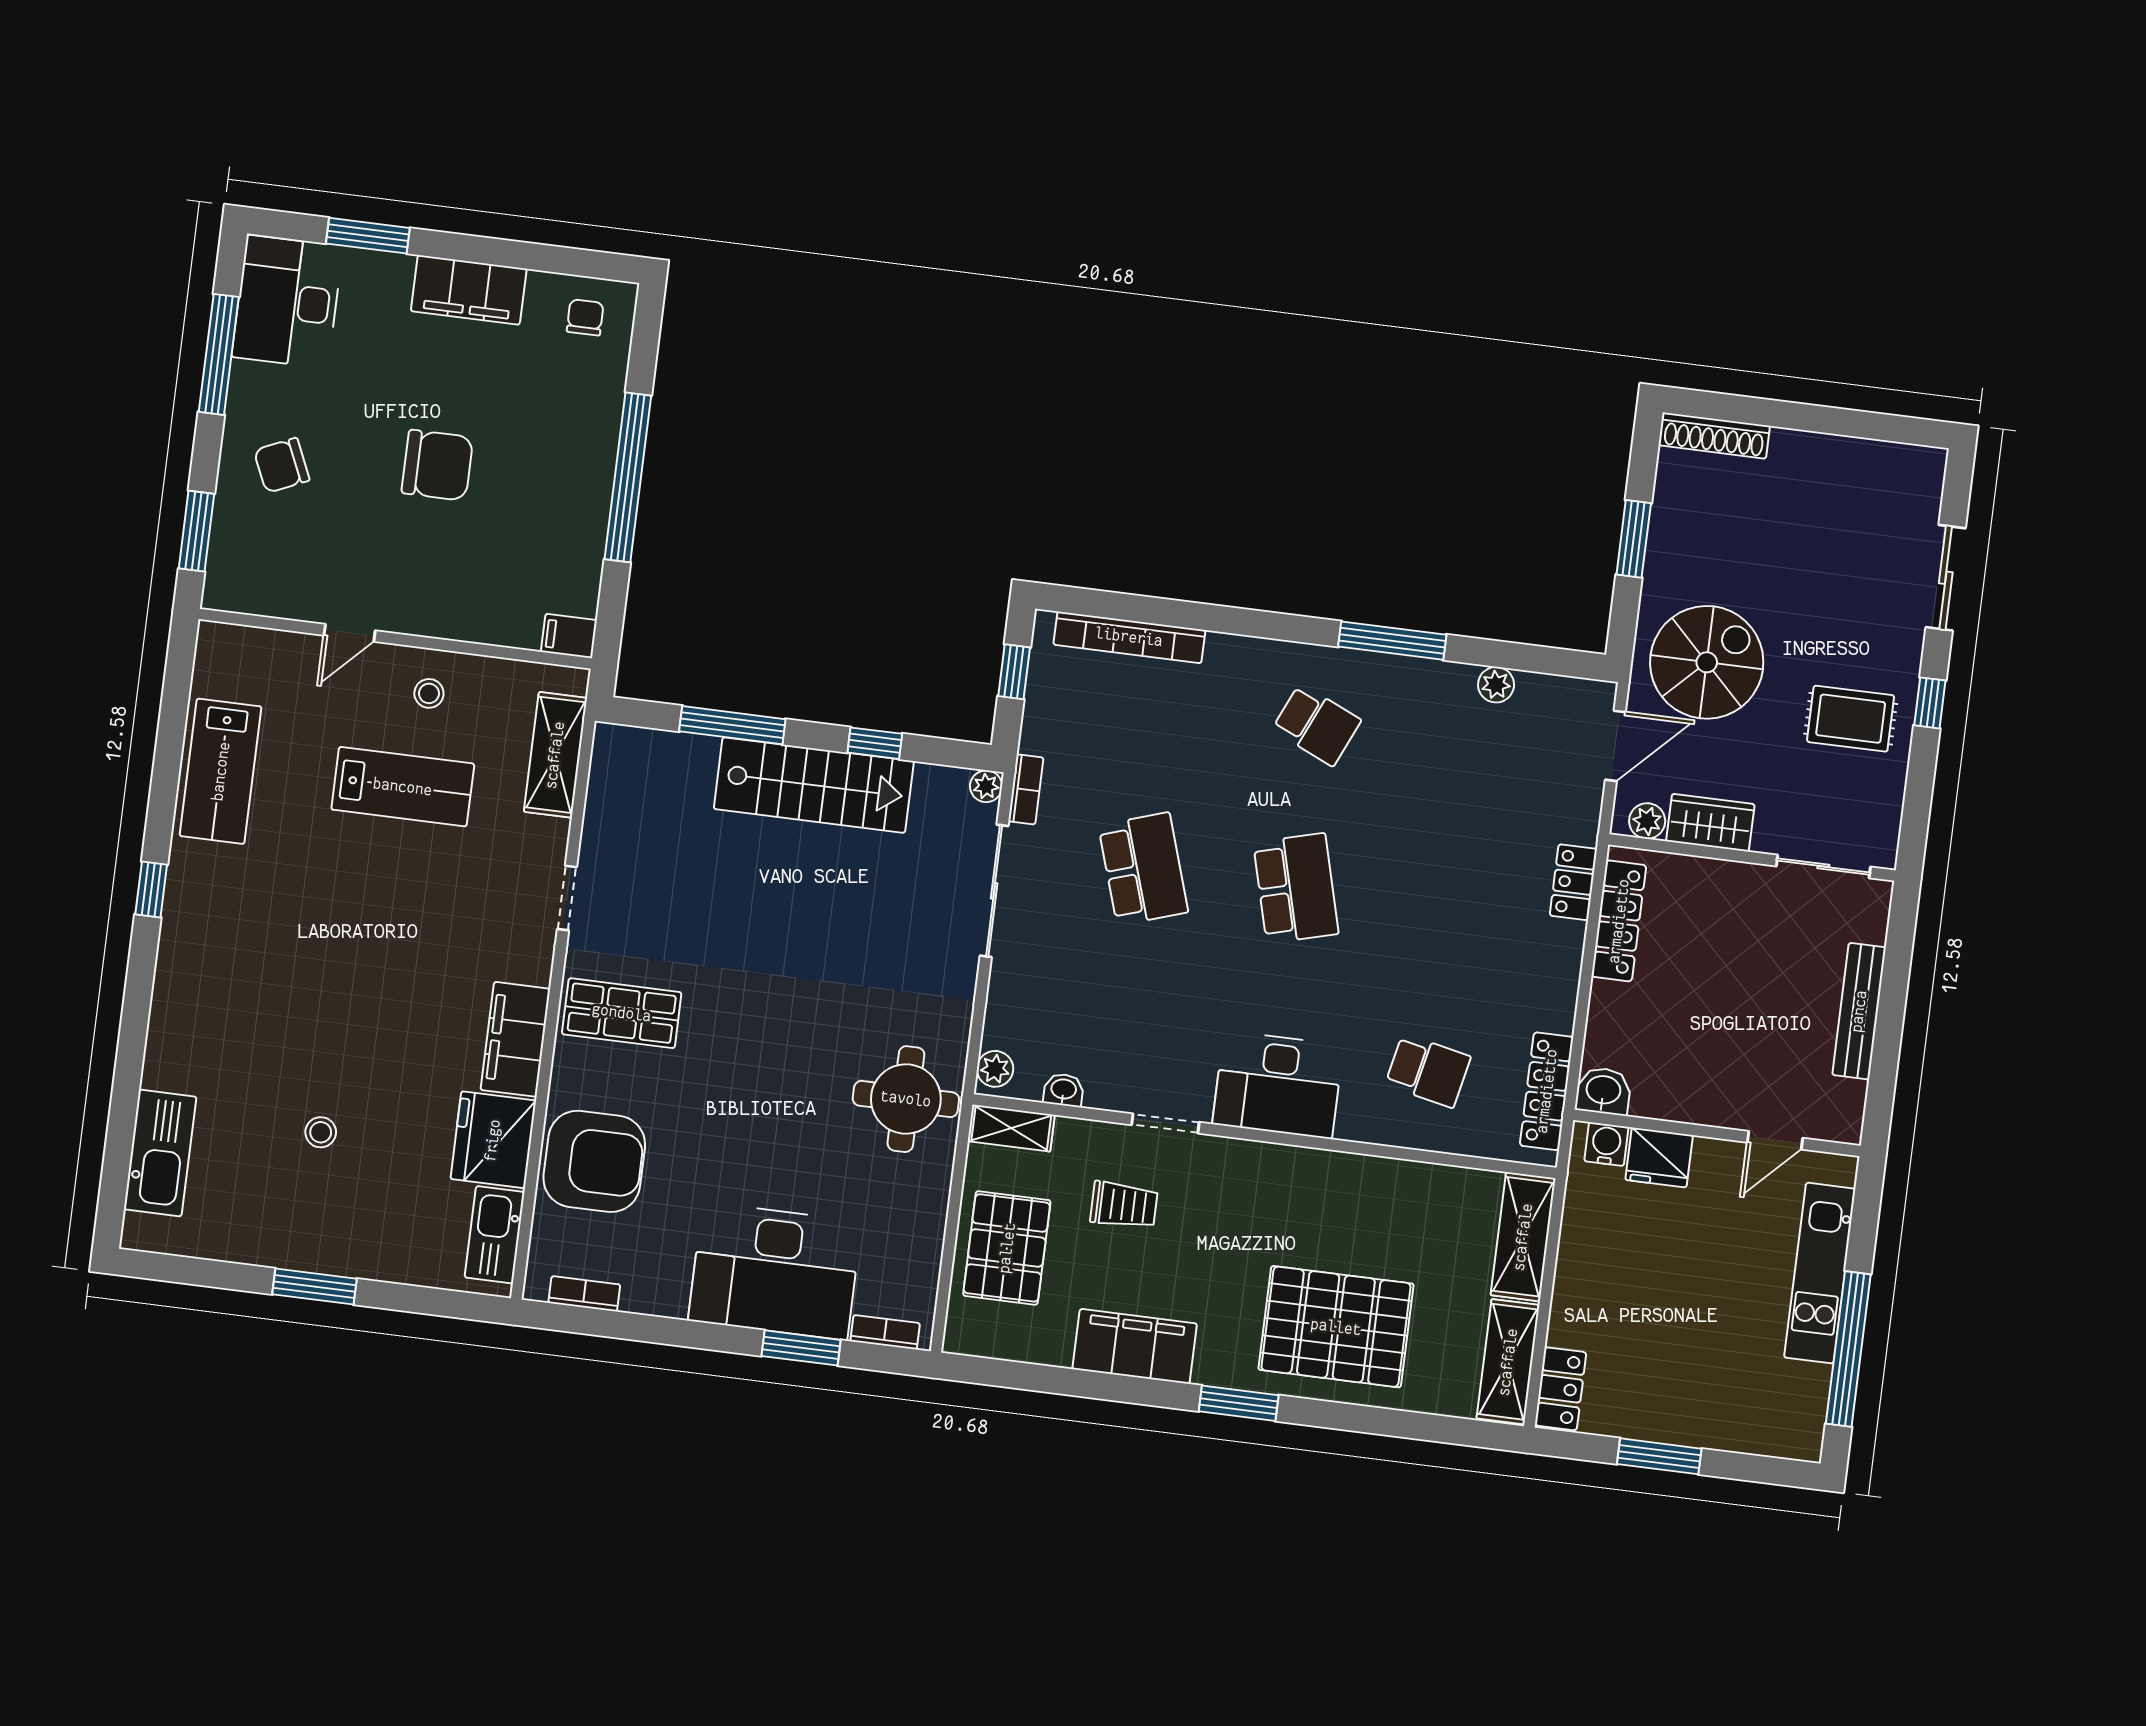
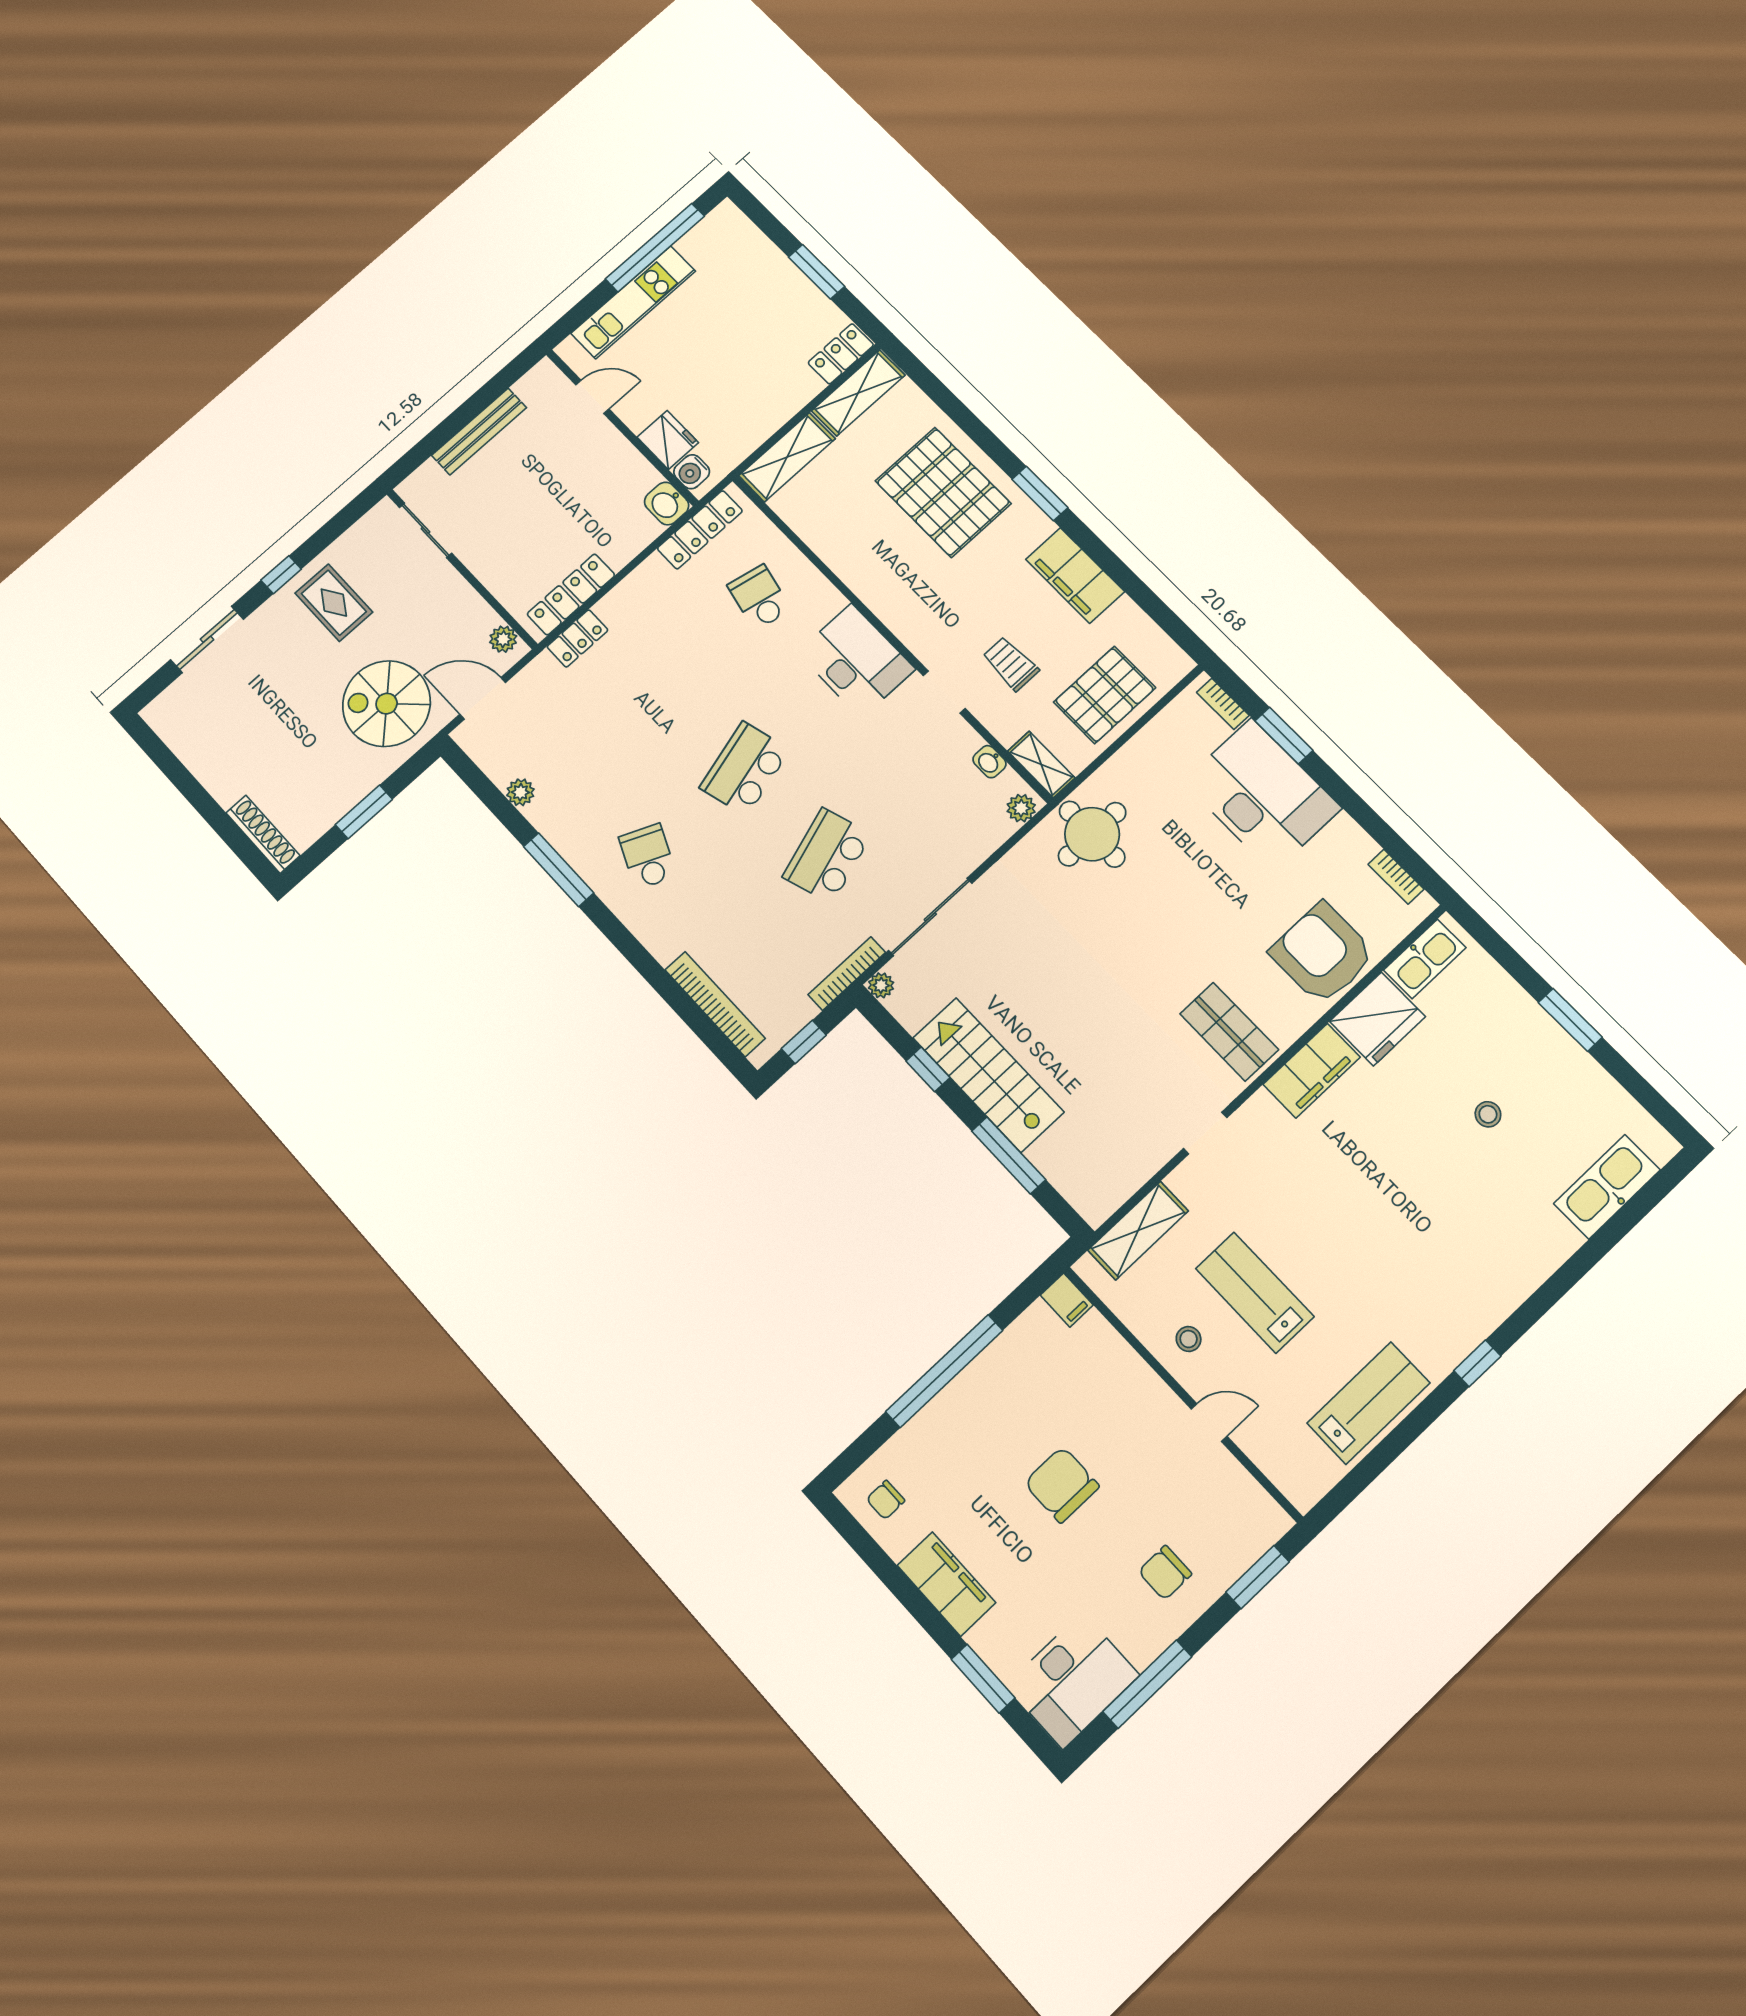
chair: (282, 465) -> (1165, 1573), turned 114
bookcase: (1026, 789) -> (847, 974), width x1.56
wardrobe: (1710, 823) -> (468, 608), removed

